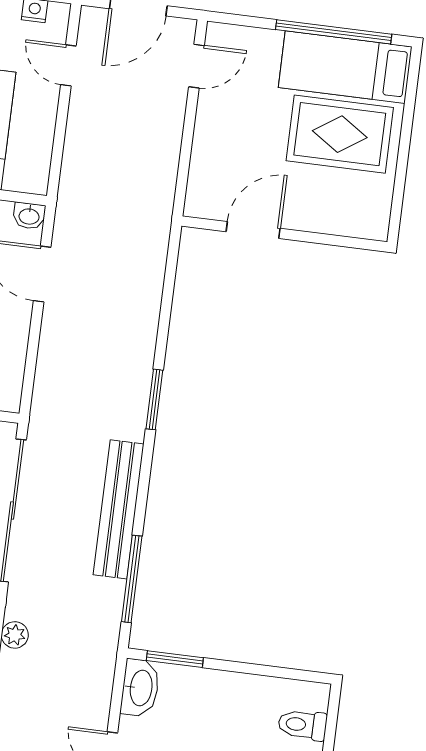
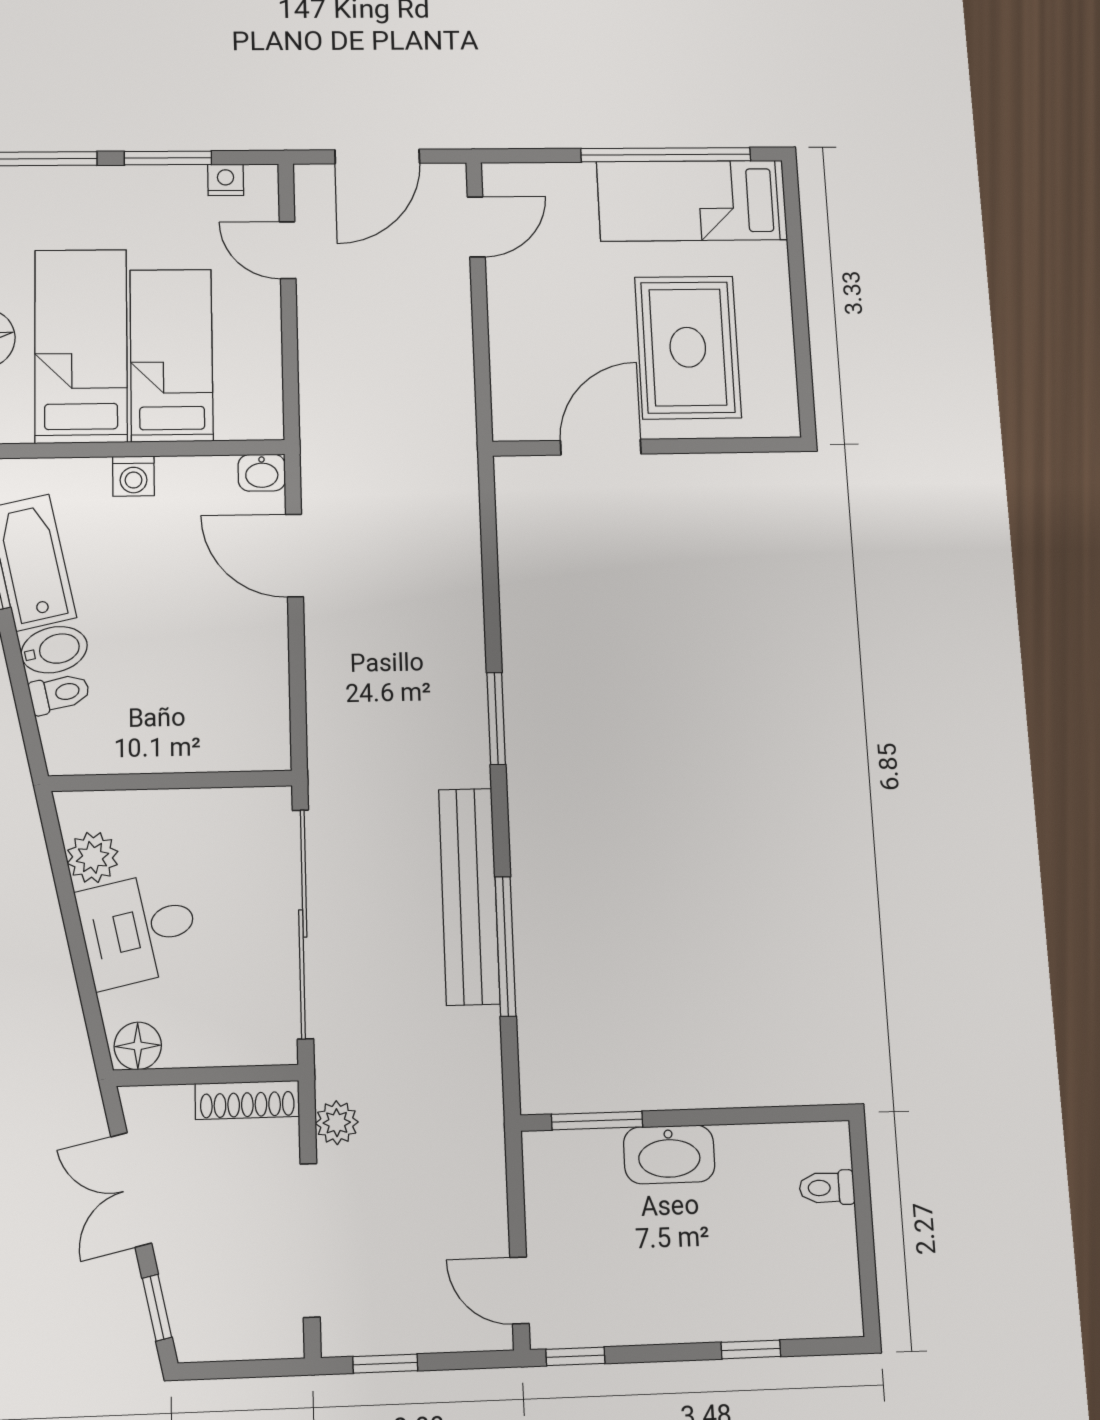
rug: (340, 134) -> (688, 347), moved, turned 90
window: (132, 579) -> (505, 946), moved
washbasin: (140, 688) -> (669, 1154), moved, turned 90
toilet: (302, 725) -> (827, 1188), width x0.73, depth x0.72

